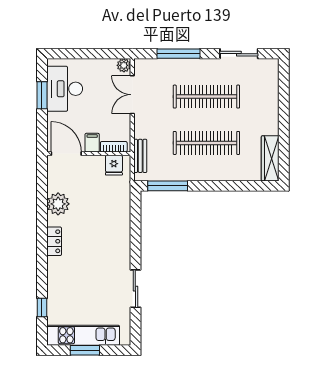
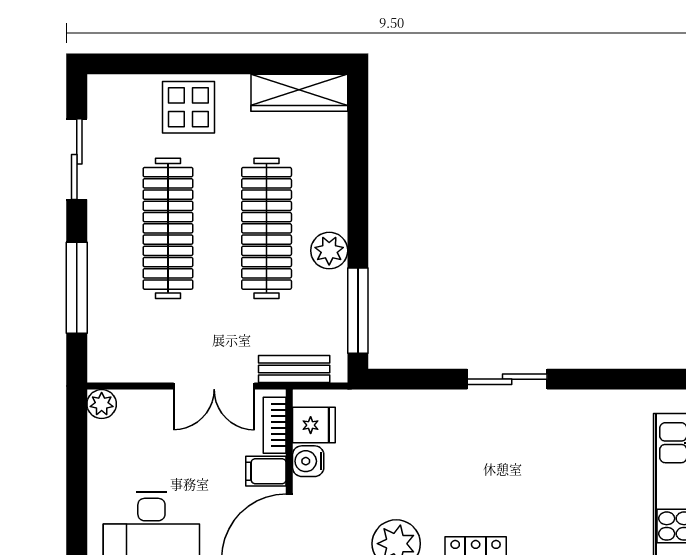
double door: (132, 95) -> (214, 386), moved
display table: (263, 106) -> (188, 107), added
water cooler: (97, 163) -> (308, 461), added
plant: (196, 172) -> (329, 251), added
sliding door: (135, 289) -> (507, 379), moved

